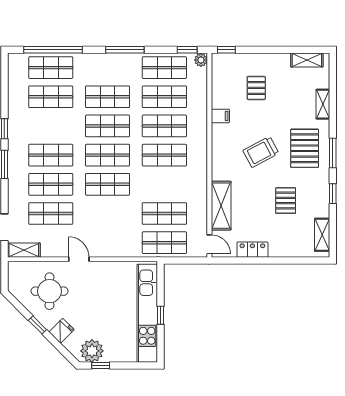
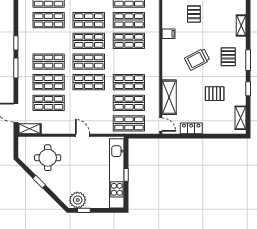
pallet: (305, 148) -> (228, 57), width x0.67, depth x0.71
shop shelf: (164, 155) -> (129, 82), moved
pallet: (286, 201) -> (215, 94), turned 90
door: (79, 259) -> (82, 135), moved
fridge: (62, 331) -> (56, 186), removed

